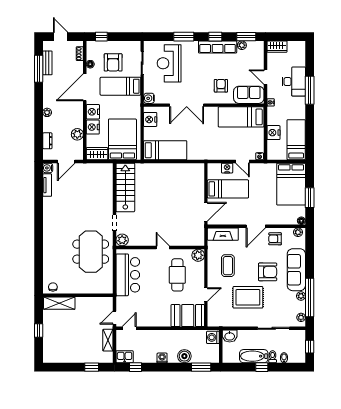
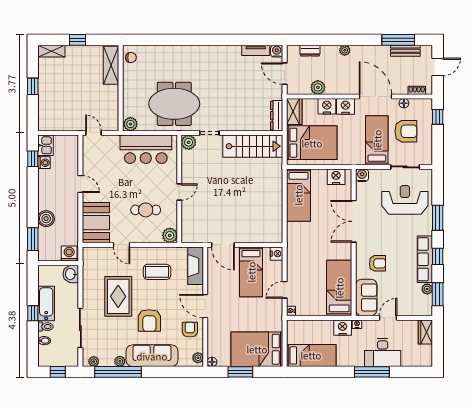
armchair: (113, 62) -> (406, 131), turned 180
nightstand: (273, 133) -> (343, 328), moved
dresser: (100, 168) -> (277, 116), added
nightstand: (227, 168) -> (277, 254), moved
cafe table: (177, 275) -> (146, 210), width x0.73, depth x0.74
plant: (107, 287) -> (130, 124), added
door: (129, 328) -> (80, 184), moved
shelving: (108, 340) -> (51, 51), moved
washing machine: (162, 358) -> (44, 163), moved
window: (92, 367) -> (33, 86), moved

